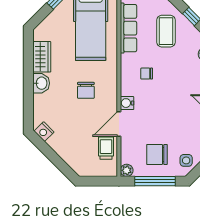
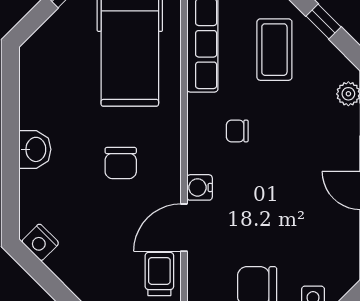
wardrobe: (42, 57) -> (36, 99), removed

